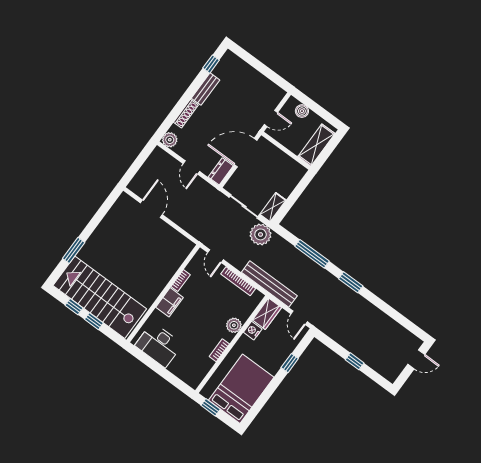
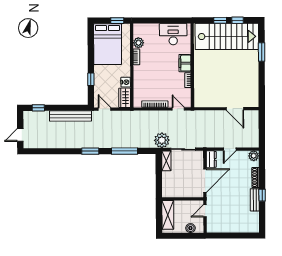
window: (211, 64) -> (262, 195), moved
door: (191, 167) -> (230, 149), swing flipped
bench: (269, 284) -> (71, 116), moved
plant: (234, 325) -> (138, 43), moved
window: (355, 361) -> (38, 108), moved

